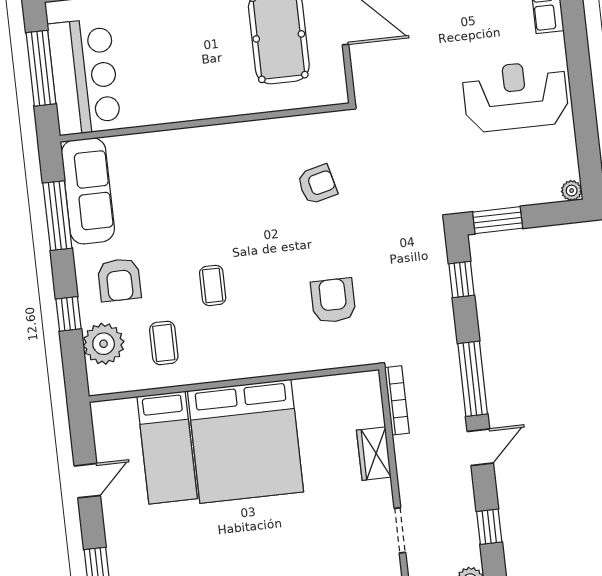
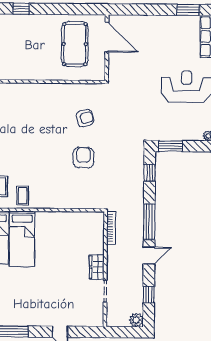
coffee table: (213, 285) -> (23, 196), moved
armchair: (333, 301) -> (83, 158), moved
bed: (245, 441) -> (22, 239), width x0.49
wardrobe: (374, 454) -> (97, 267), moved

